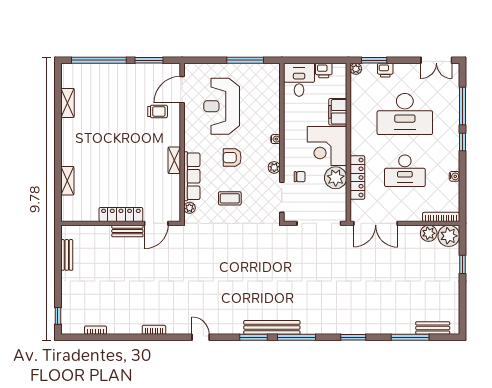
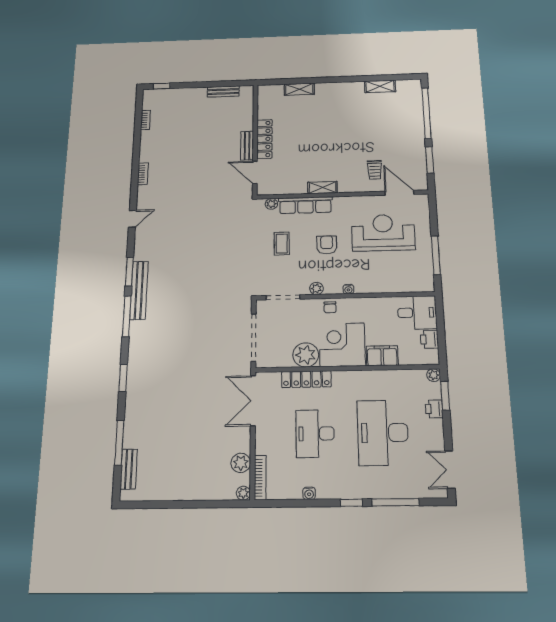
chair: (300, 177) -> (330, 307), moved
plant: (449, 236) -> (243, 493), width x0.53, depth x0.53
window: (462, 264) -> (203, 504), removed

